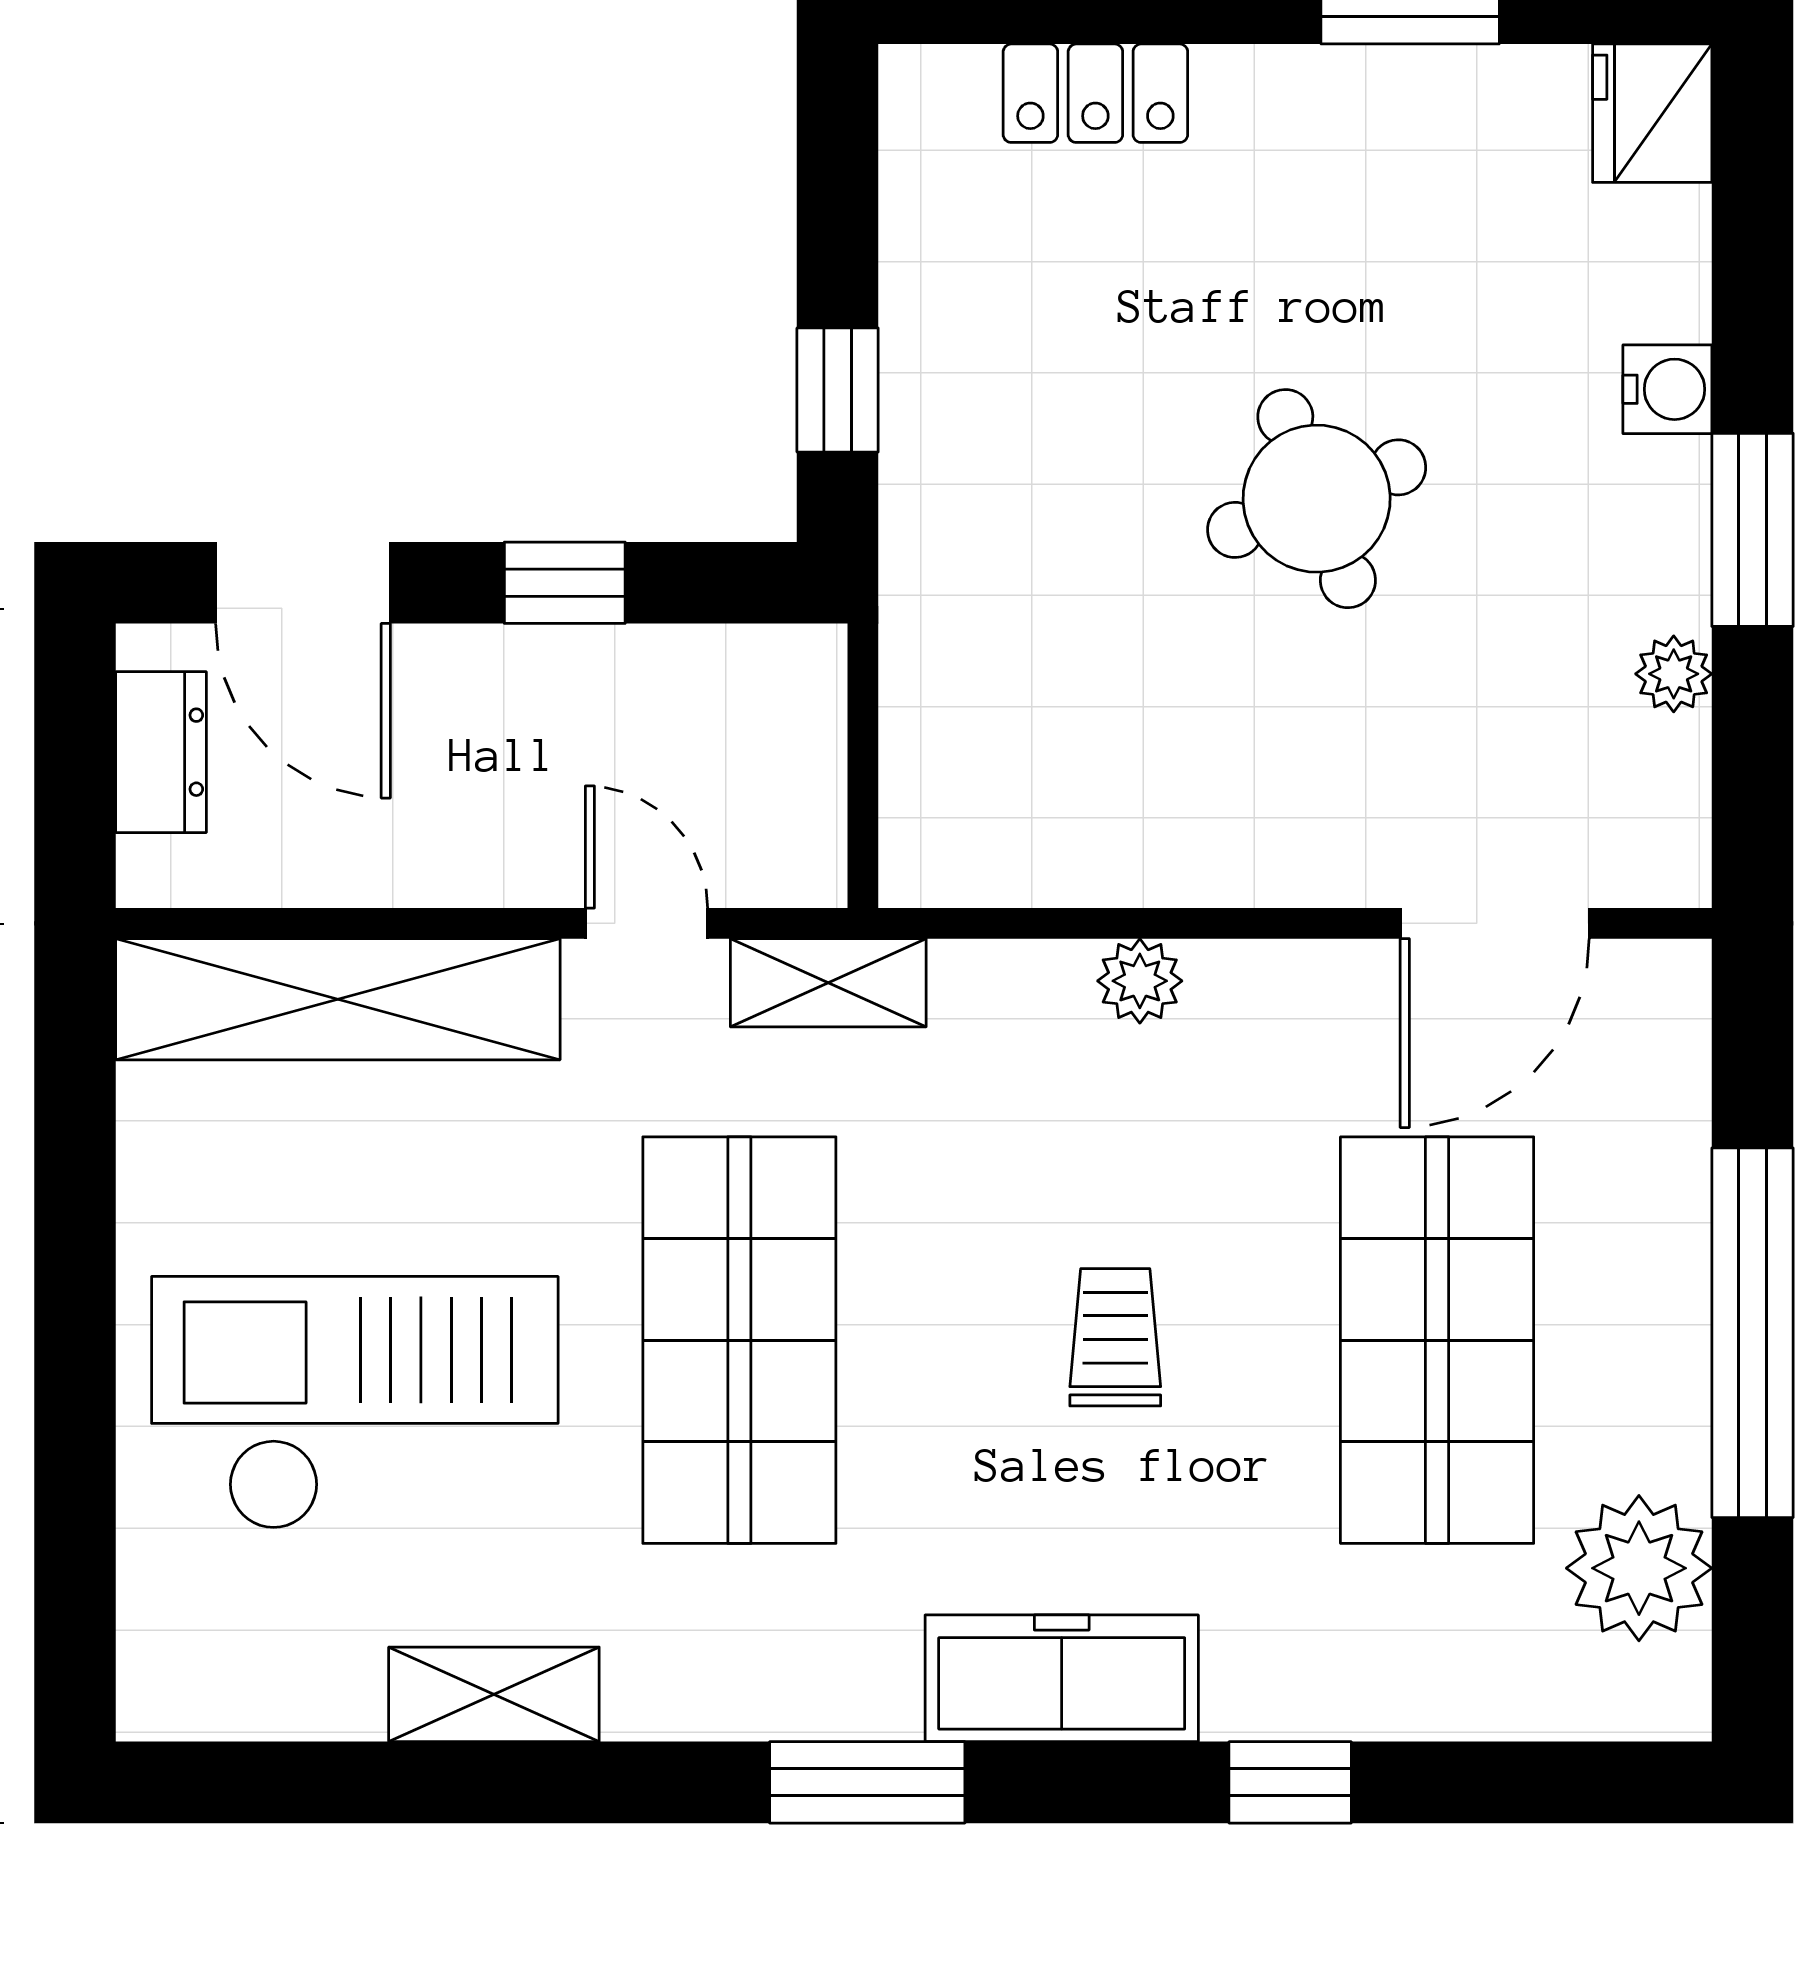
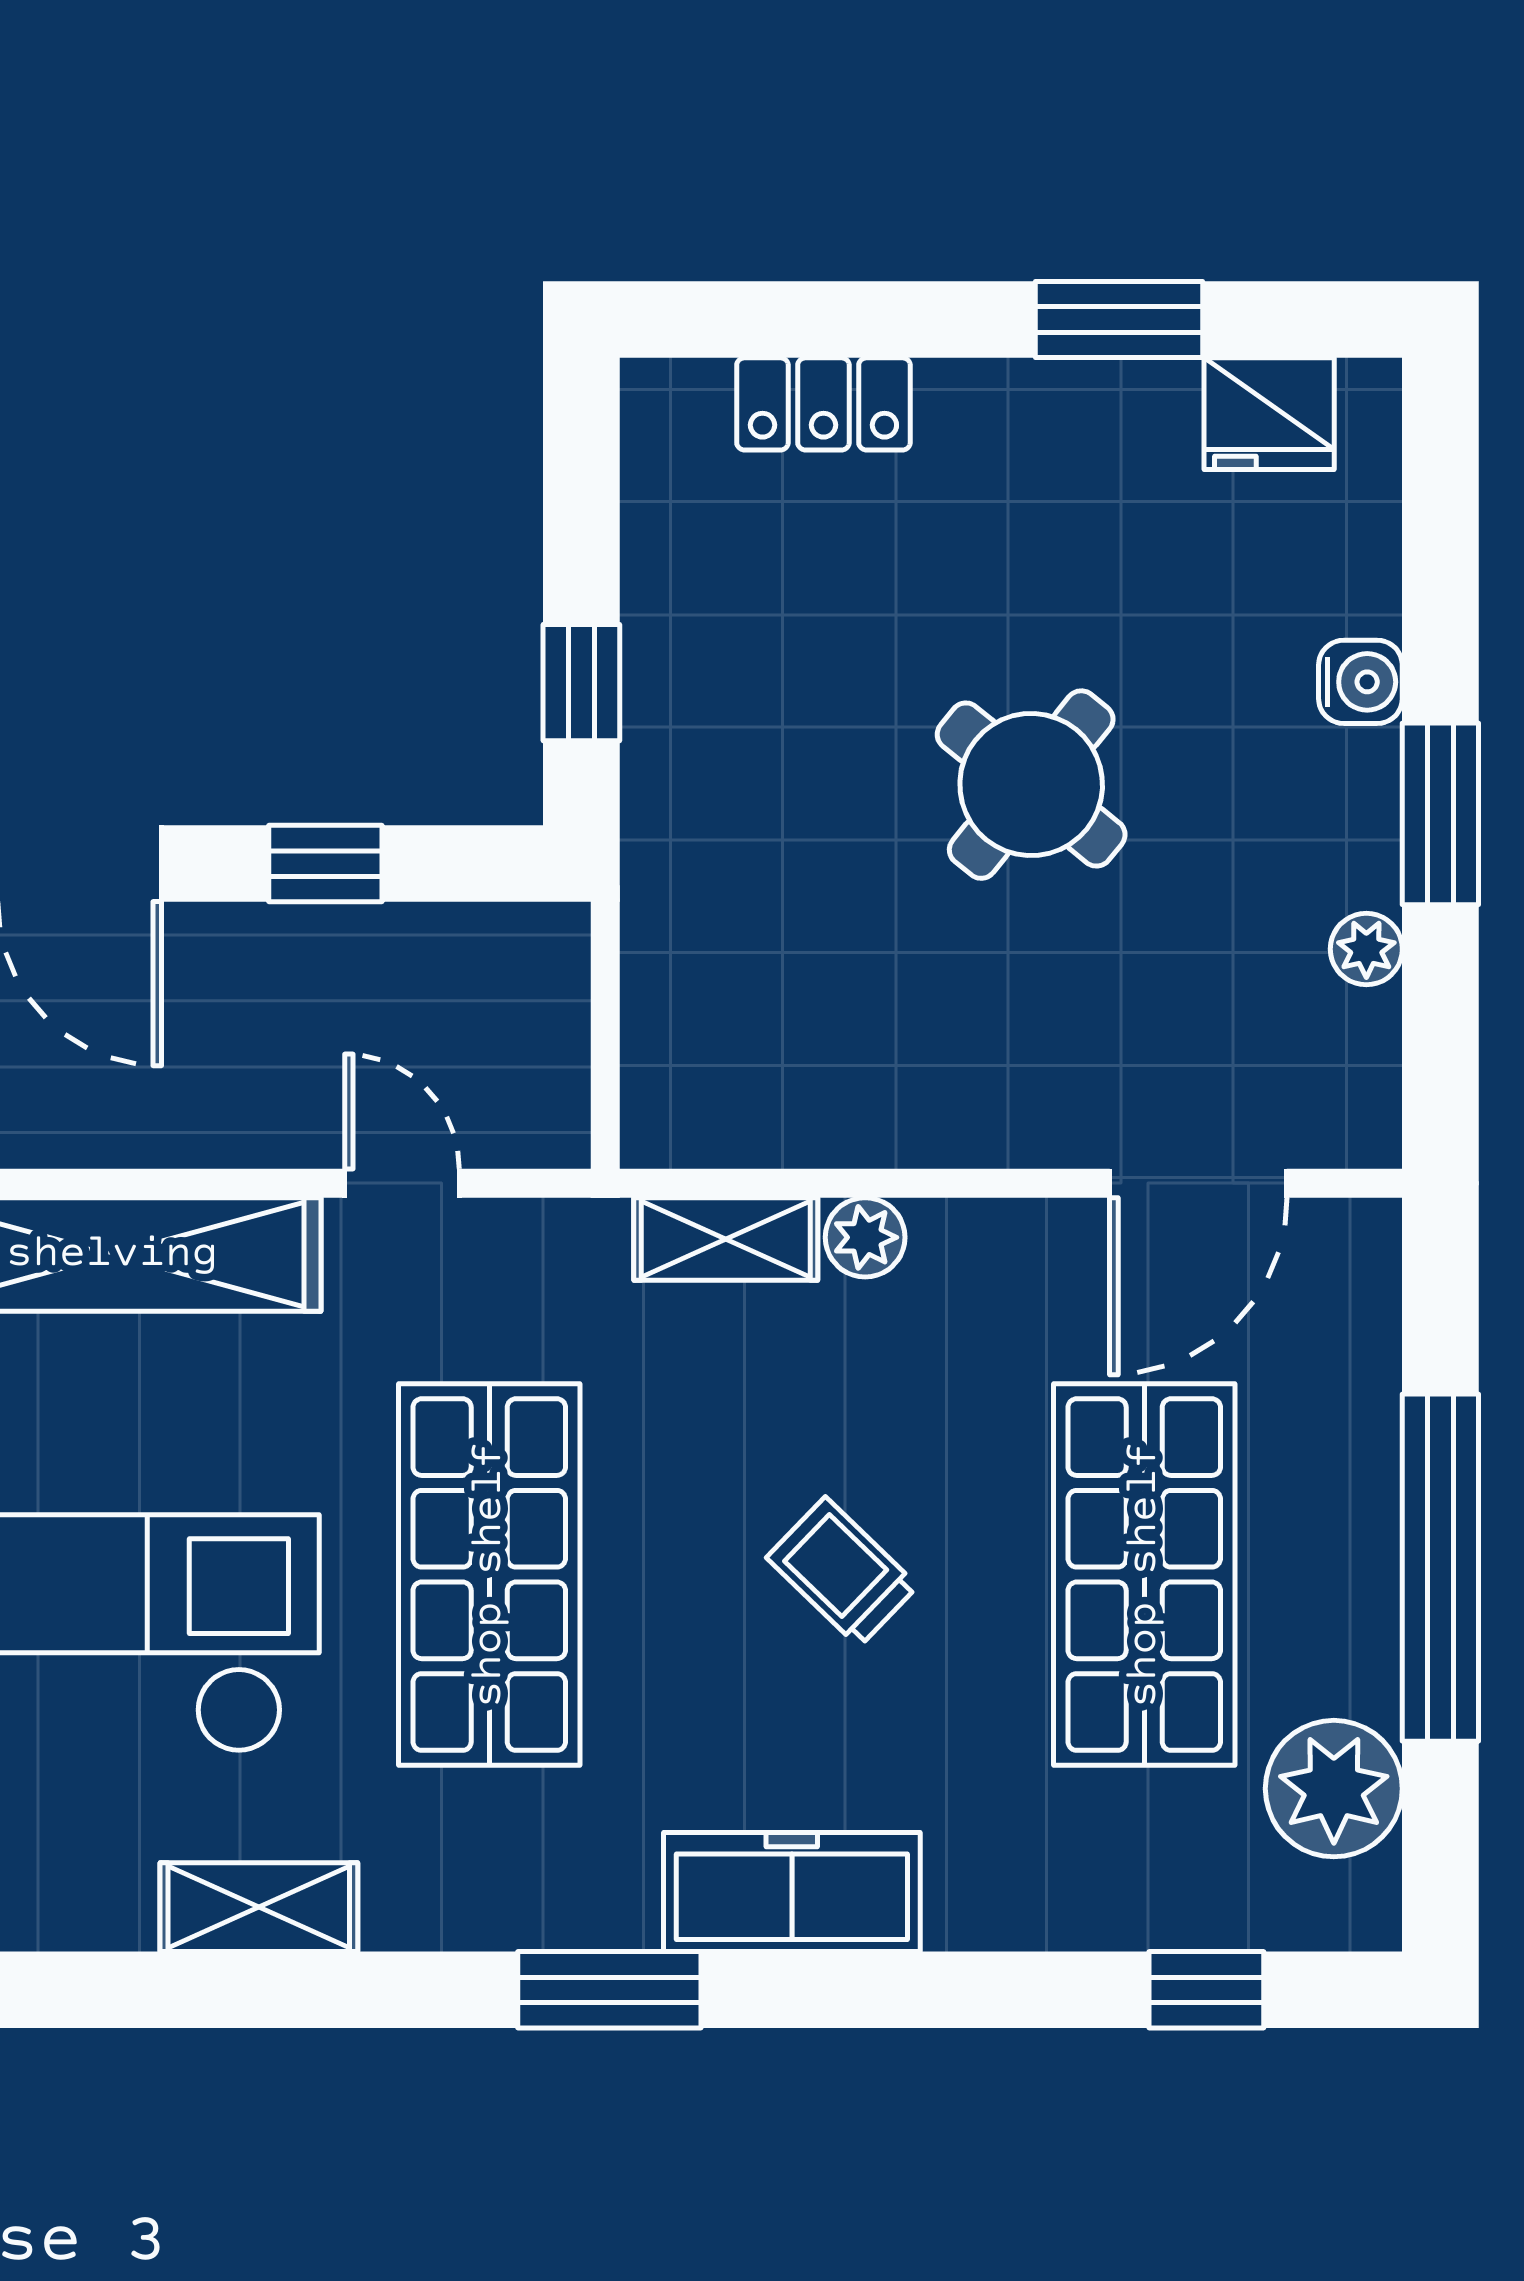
fridge: (1652, 113) -> (1269, 414), moved, turned -90
round table: (1317, 499) -> (1031, 785), turned -30
shelving: (828, 983) -> (726, 1239), moved
trolley: (1115, 1337) -> (842, 1572), turned -46
window: (1290, 1782) -> (1206, 1990), moved

